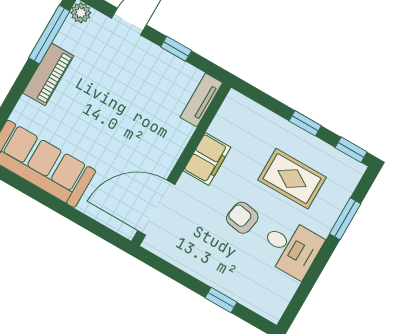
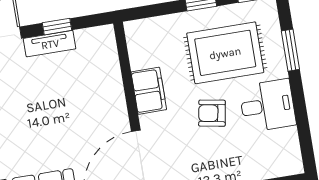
tv unit: (201, 100) -> (50, 44), moved, turned -90
rug: (292, 179) -> (225, 53), width x1.36, depth x1.43

